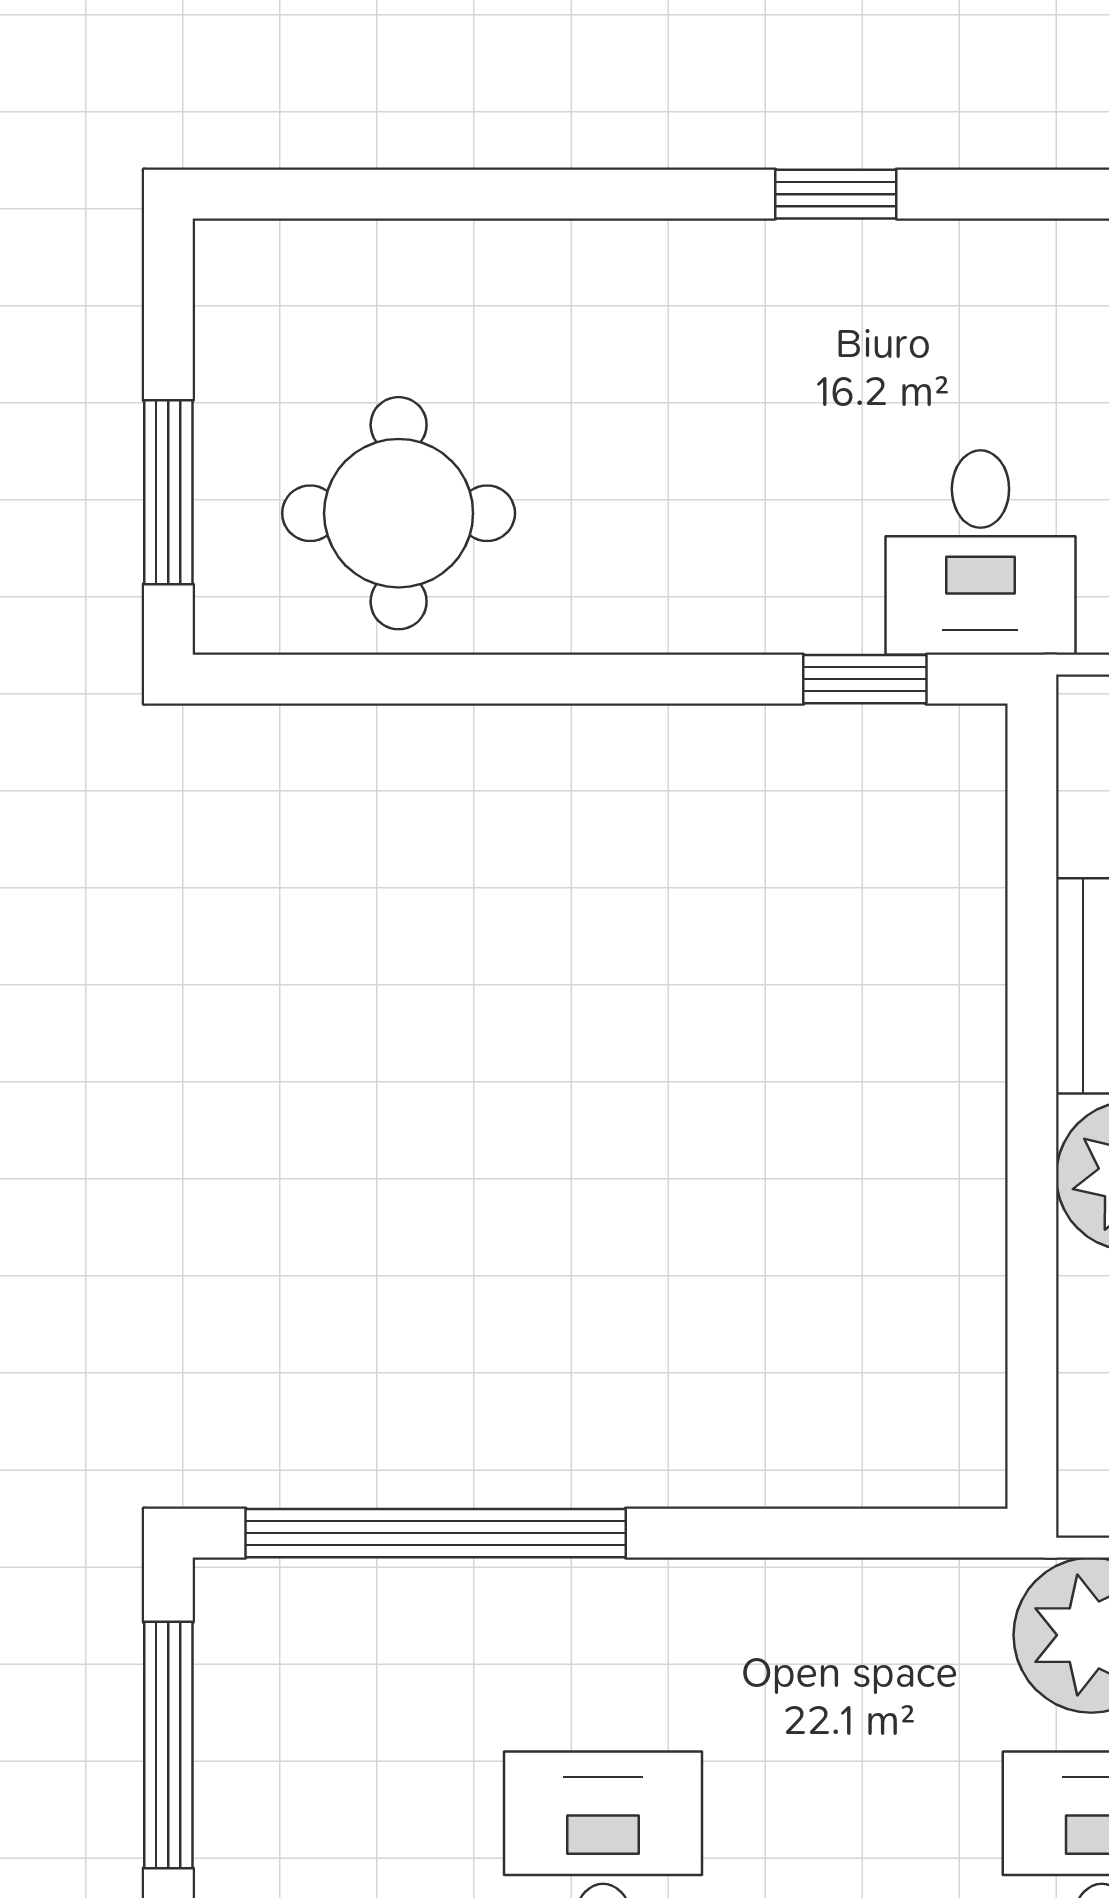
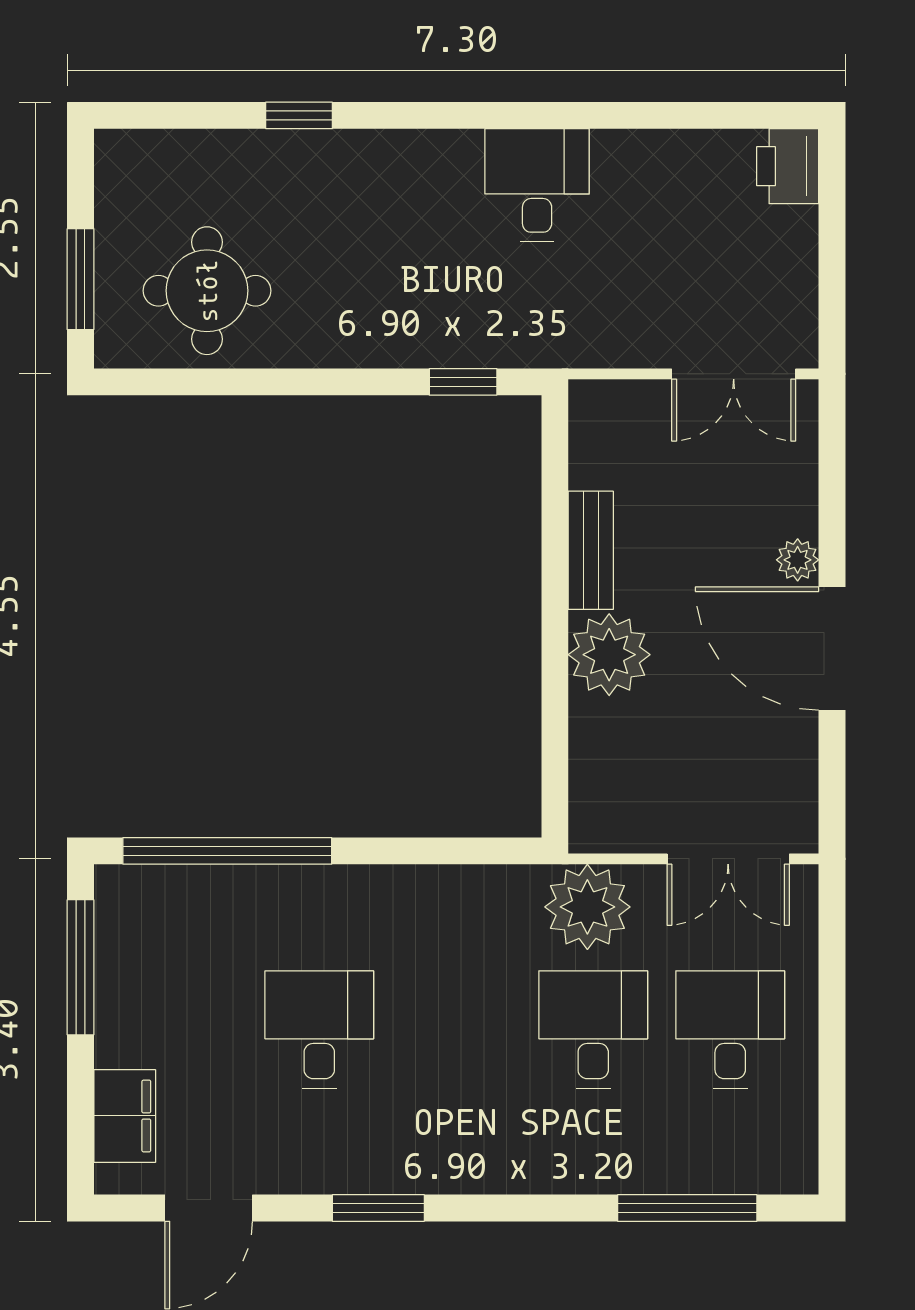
window: (836, 194) -> (299, 115), moved
desk: (980, 553) -> (537, 185), moved, turned 180

